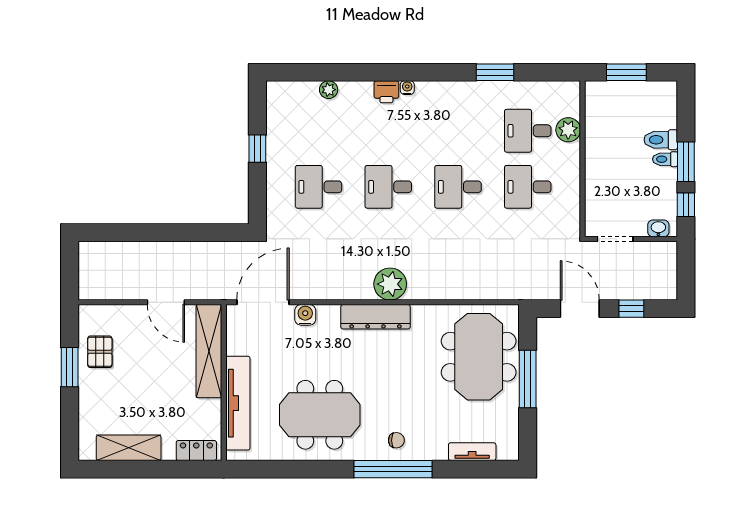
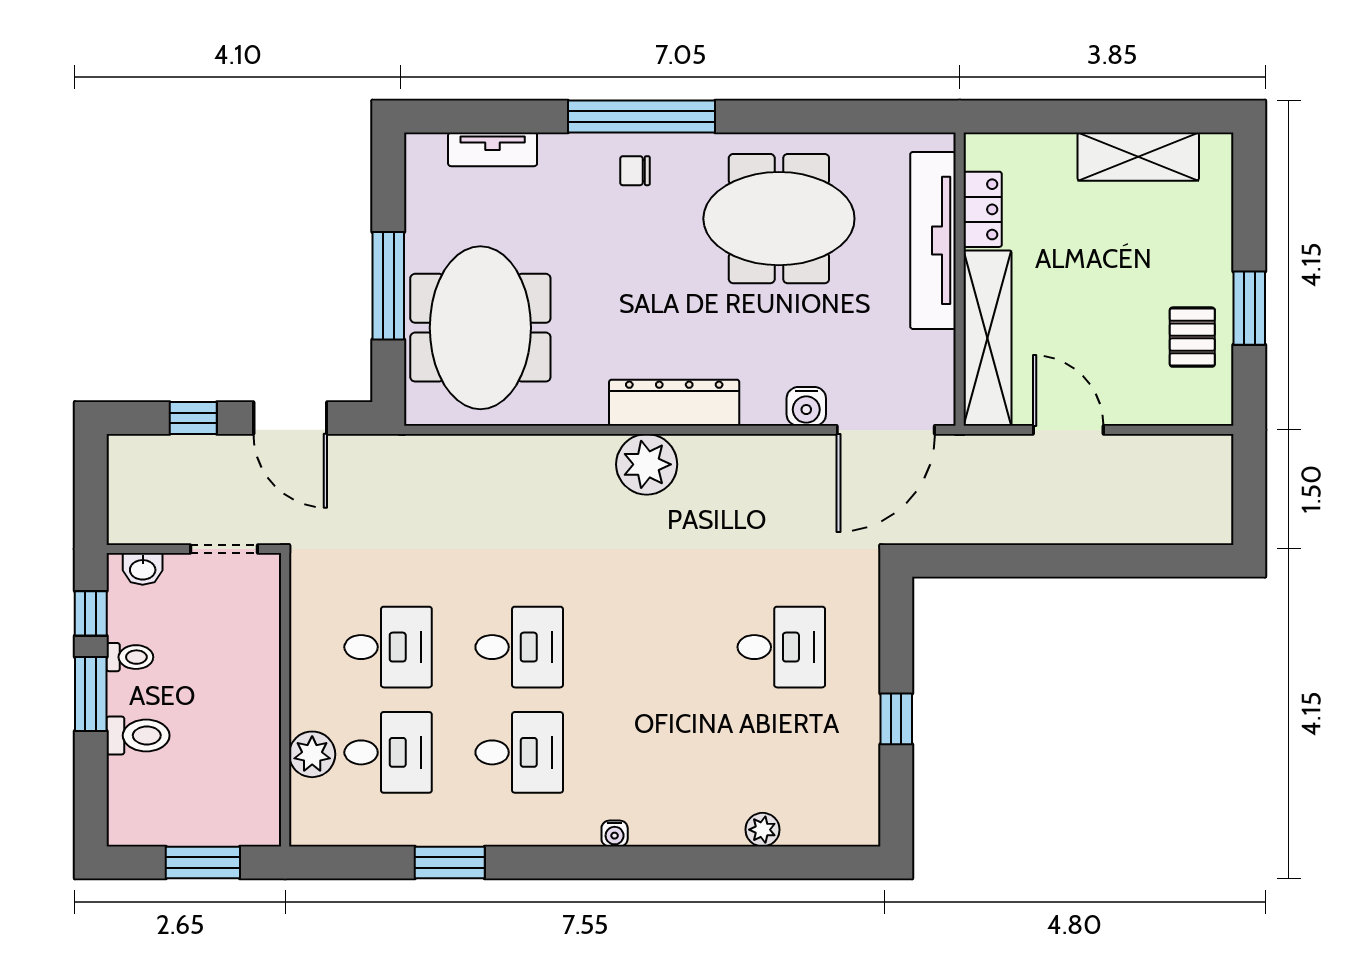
printer: (386, 92) -> (654, 826), removed
toilet: (665, 159) -> (130, 657), moved
desk: (388, 187) -> (519, 752), moved
locker: (196, 450) -> (983, 209), moved, turned -90

